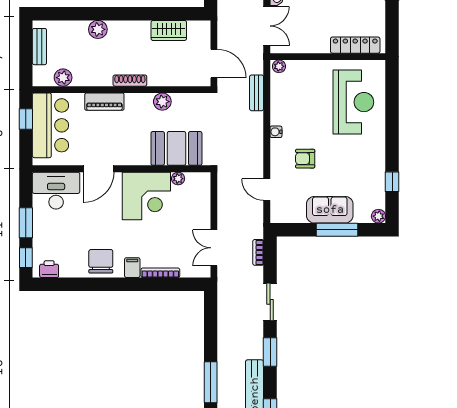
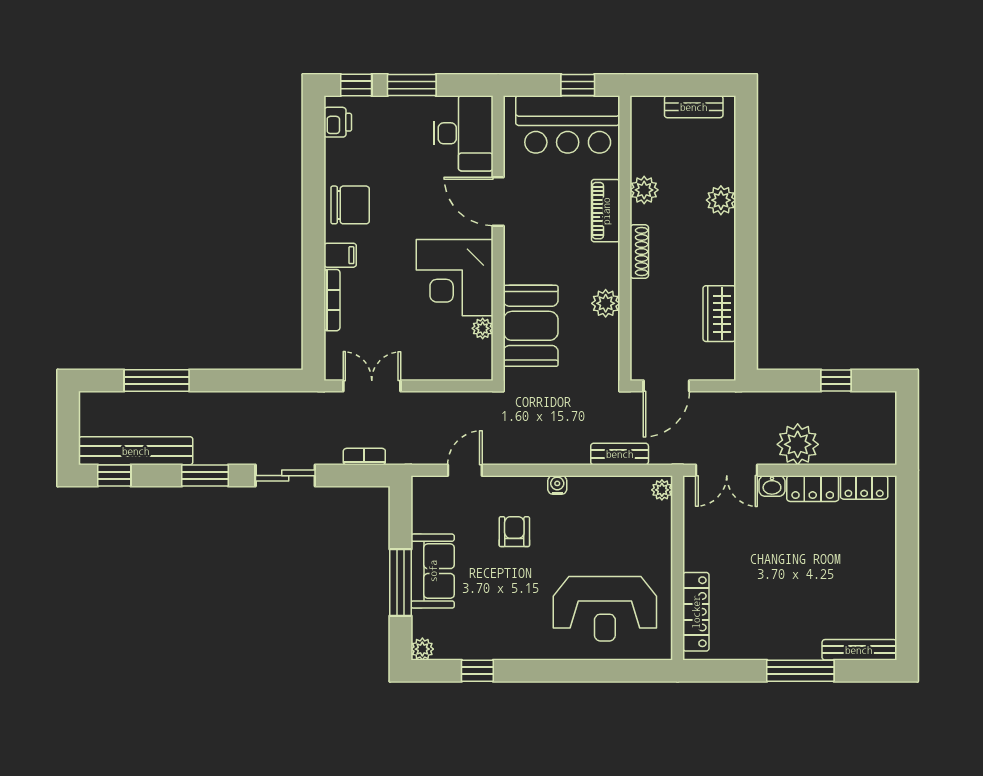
plant: (63, 78) -> (644, 190), moved

